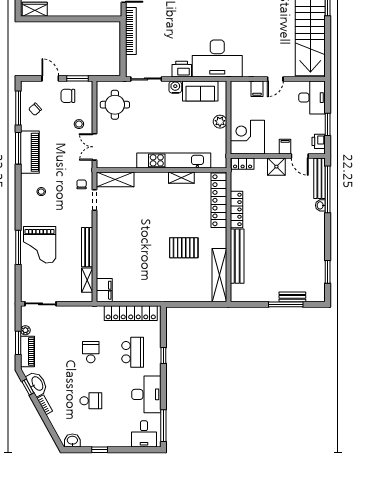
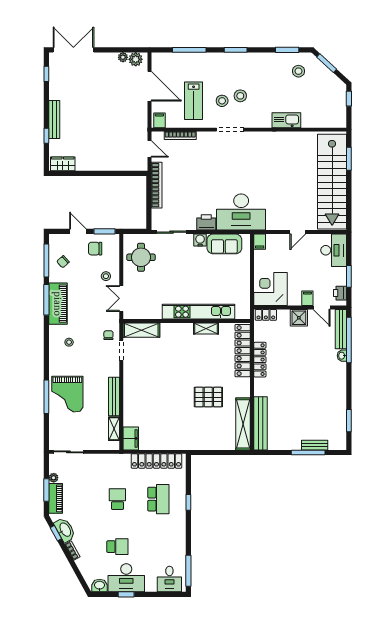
filing cabinet: (257, 89) -> (260, 242), moved
plant: (220, 122) -> (244, 274), removed
bench: (237, 256) -> (261, 423), moved
desk: (146, 394) -> (126, 578), moved, turned 90

